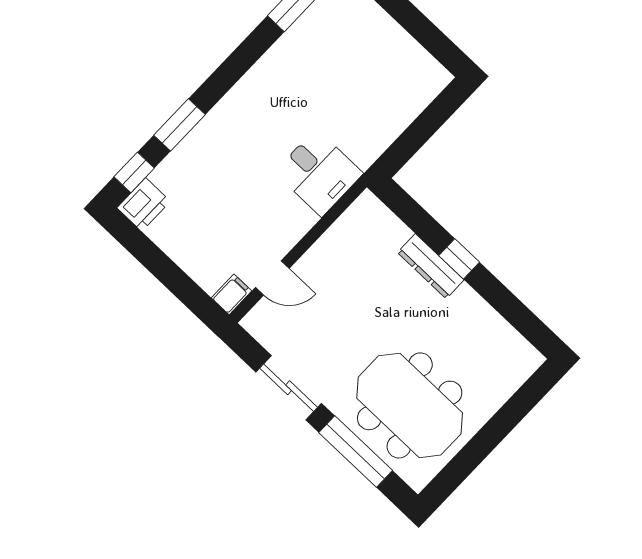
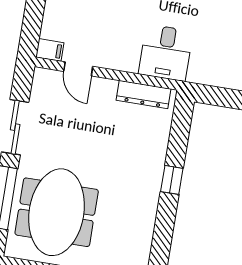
dresser: (431, 266) -> (144, 95), moved, turned -90

